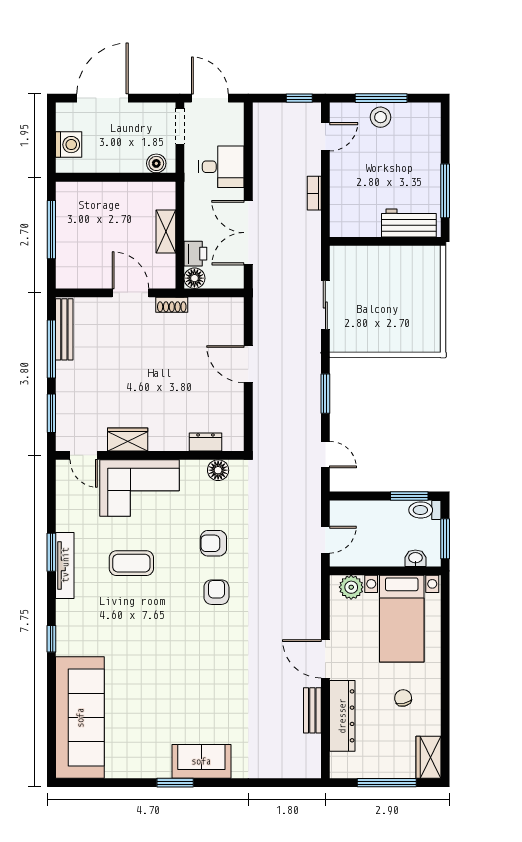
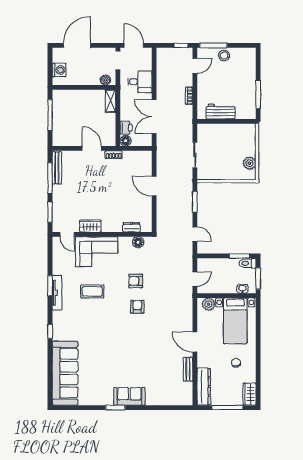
window: (381, 98) -> (213, 45), moved
workbench: (409, 223) -> (221, 112), moved
shelving: (166, 232) -> (110, 101), moved
plant: (429, 321) -> (249, 163), added
dresser: (342, 716) -> (204, 387), moved

